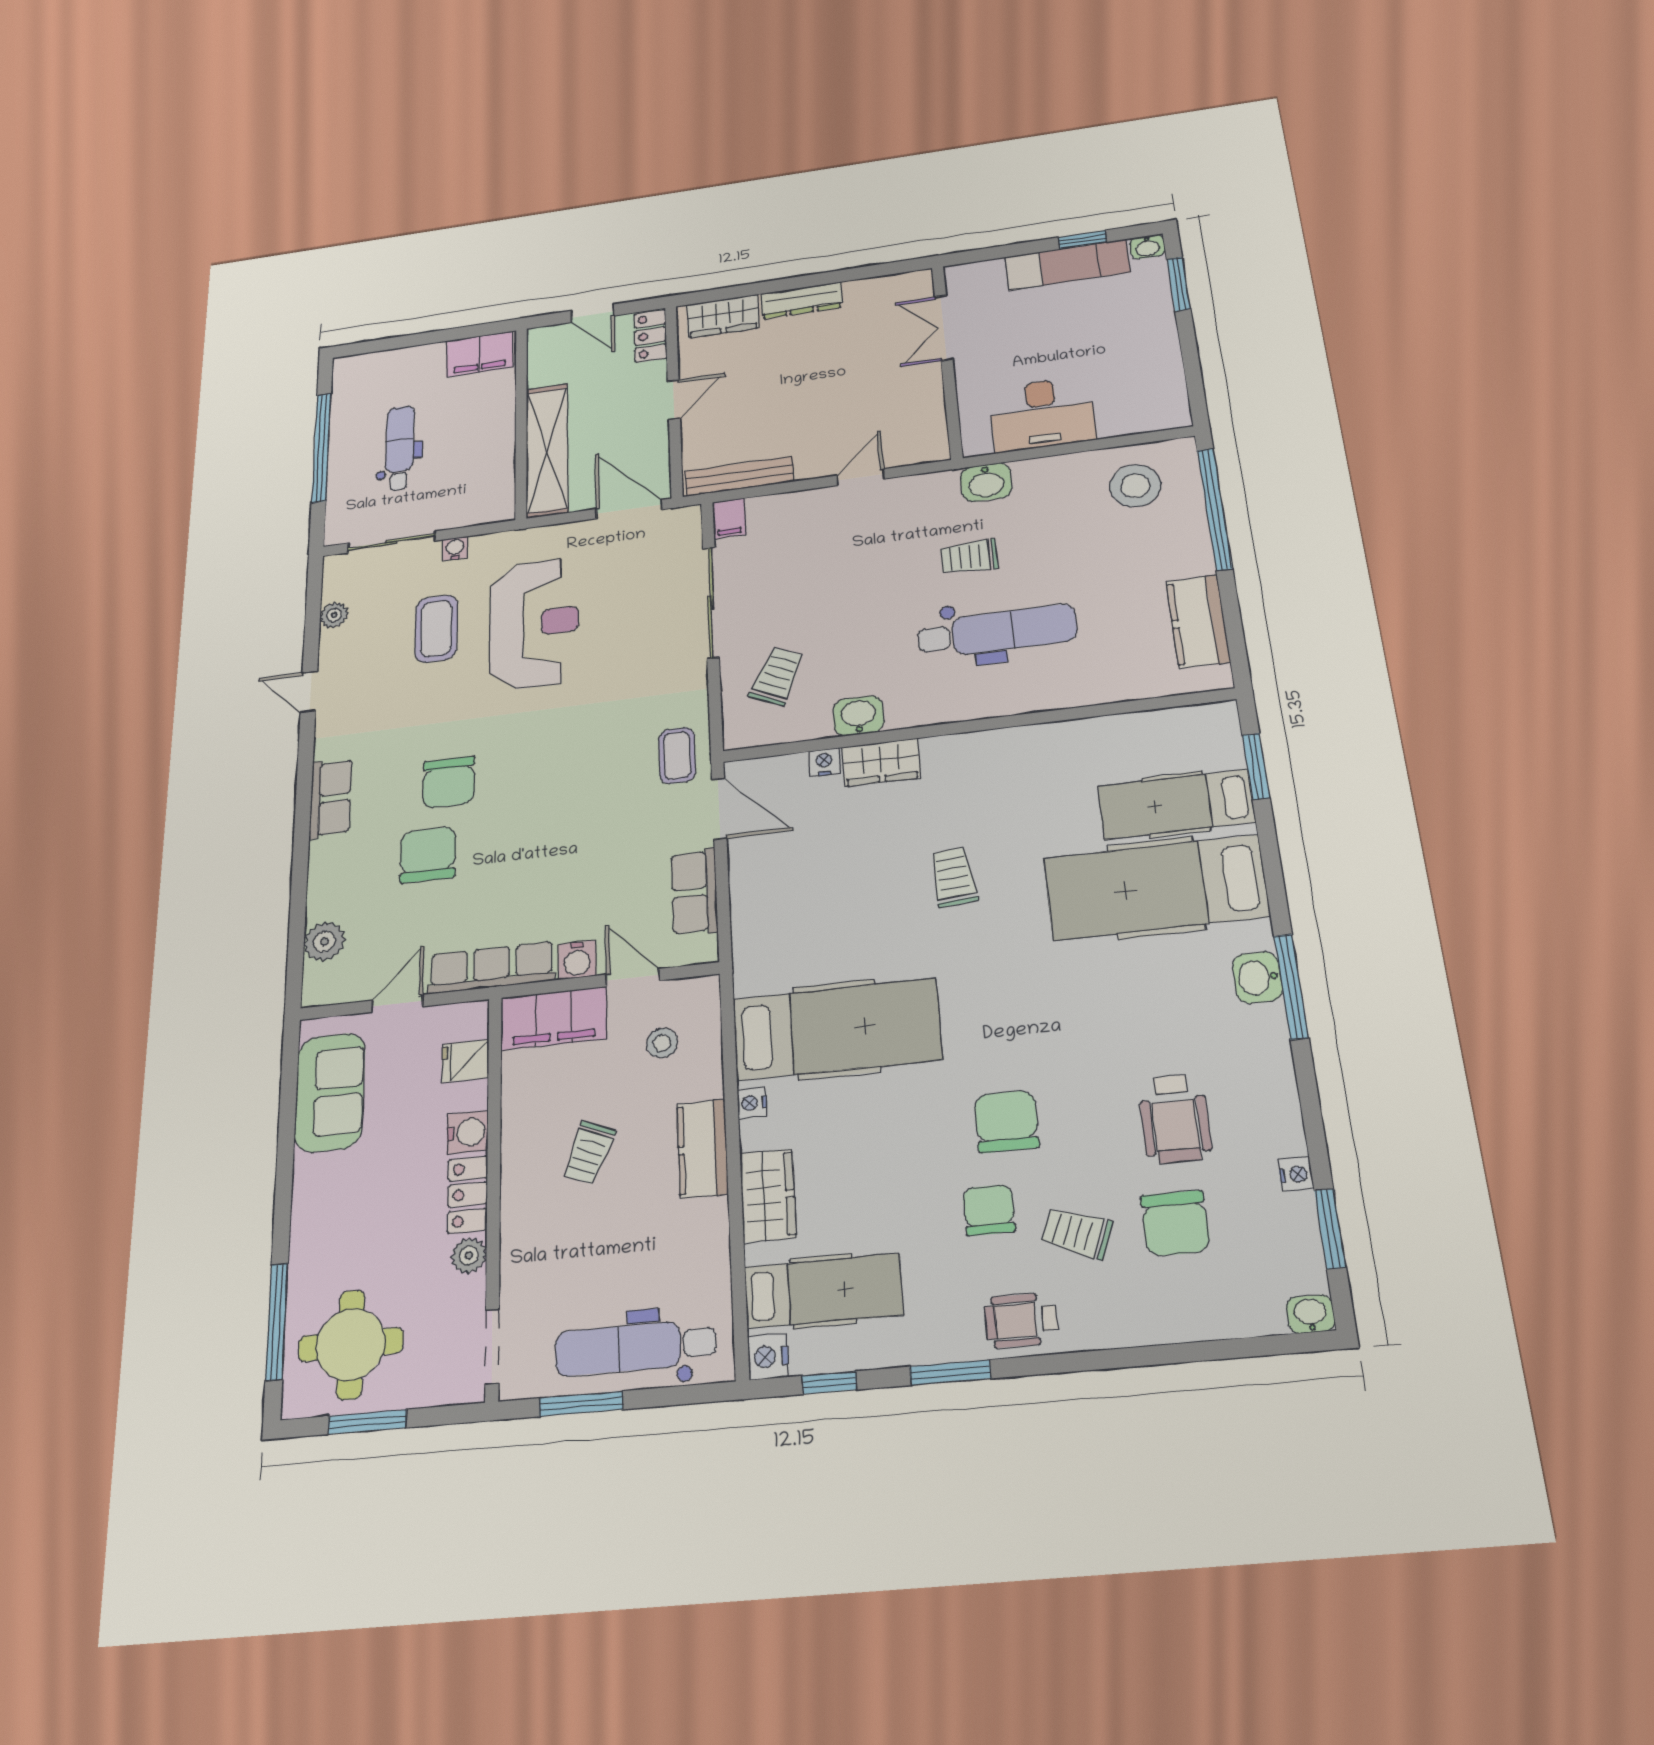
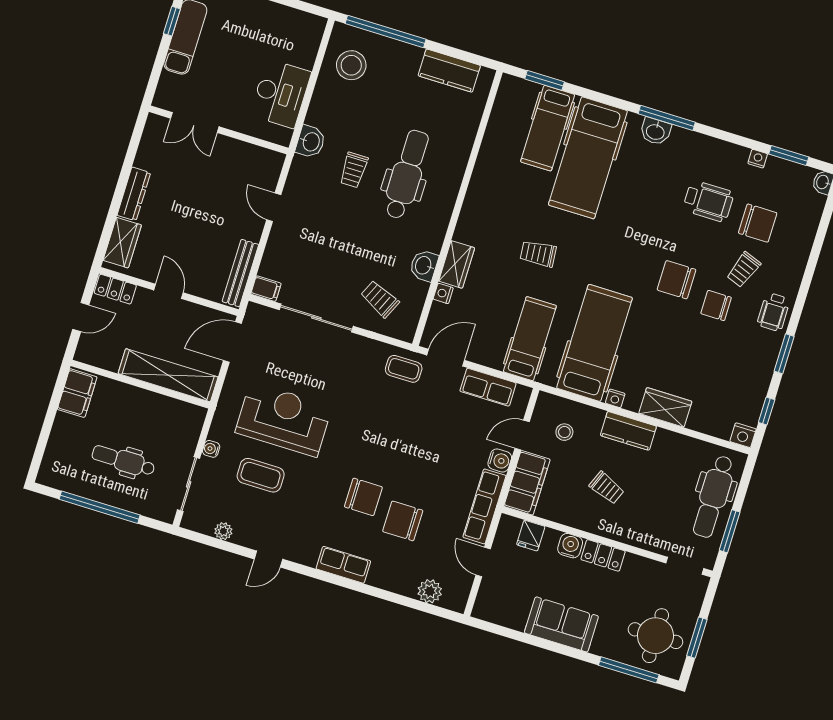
sofa: (330, 1092) -> (561, 624), moved
plant: (469, 1256) -> (635, 564), removed
hospital bed: (823, 1291) -> (530, 339), moved

